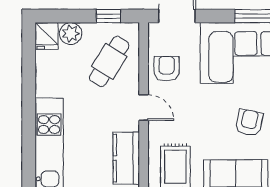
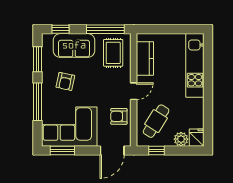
armchair: (167, 69) -> (119, 116), turned 90
door: (144, 108) -> (134, 91), swing flipped

